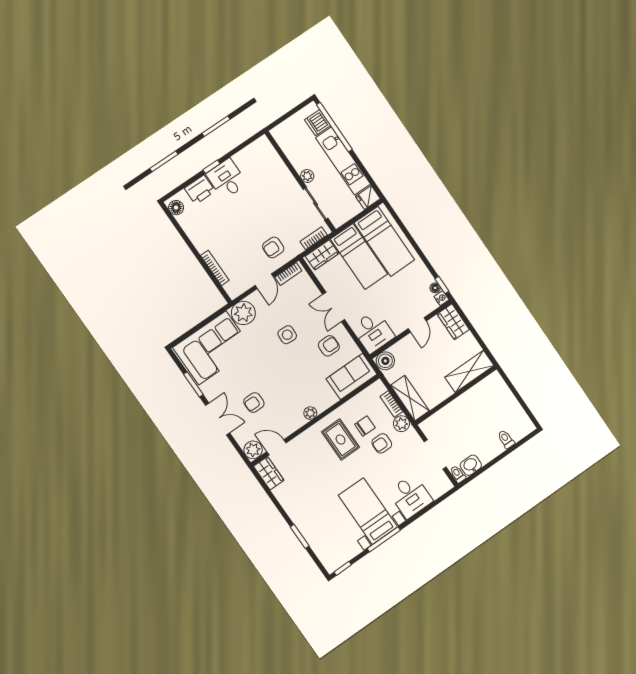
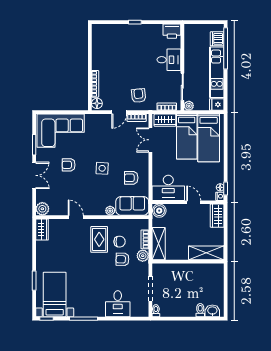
plant: (307, 176) -> (189, 106), moved
desk: (227, 179) -> (169, 60), moved, turned 90
printer: (200, 190) -> (172, 31), moved
floor lamp: (176, 208) -> (97, 103), moved
armchair: (273, 247) -> (139, 96), turned 84
double door: (334, 307) -> (150, 140), moved
plant: (243, 313) -> (94, 123), removed
door: (417, 325) -> (194, 202), swing flipped
desk: (373, 332) -> (168, 188), width x1.37
side table: (287, 335) -> (102, 168), moved
armchair: (329, 346) -> (131, 178), turned 180
armchair: (254, 403) -> (69, 165), moved
plant: (310, 413) -> (110, 211), moved
door: (277, 447) -> (76, 217), moved
washbasin: (471, 465) -> (212, 311), moved
bed with nightstands: (368, 511) -> (55, 295), moved

